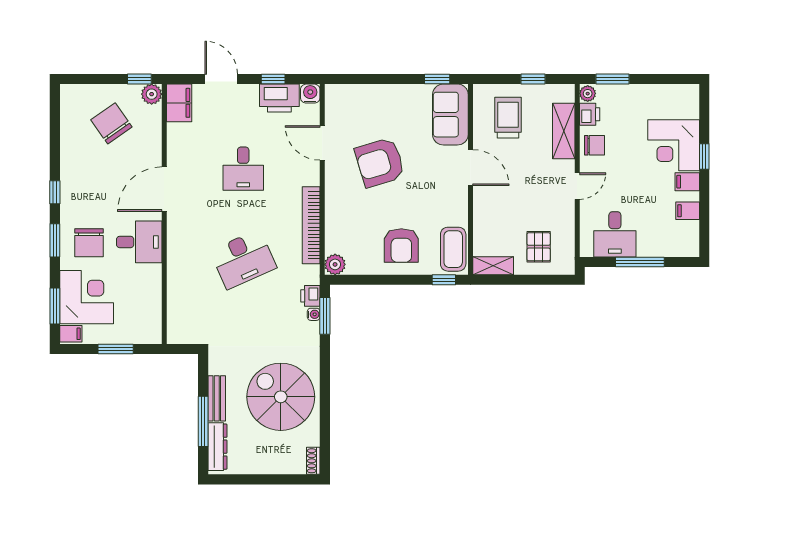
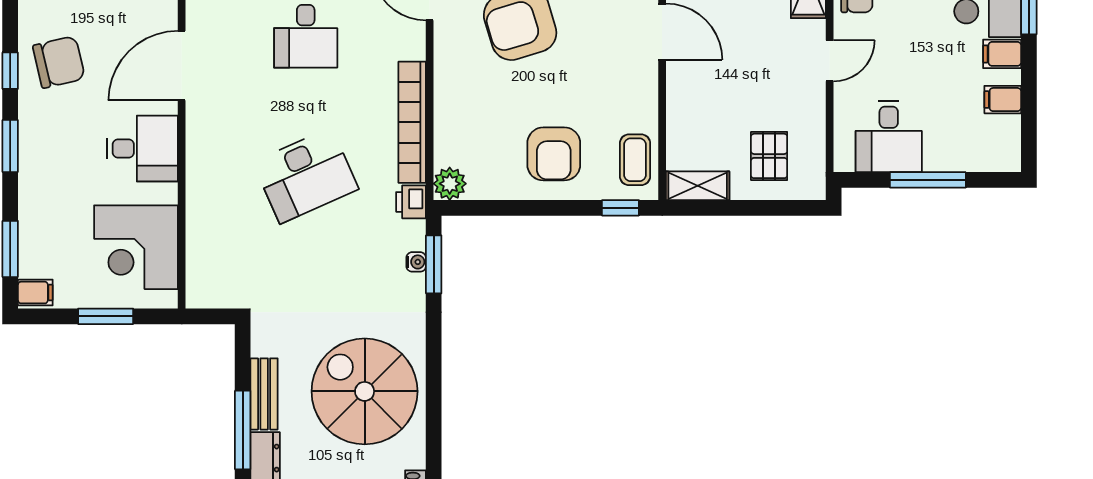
chair: (89, 243) -> (59, 62), moved, turned -103
coffee table: (453, 249) -> (635, 160), width x0.73, depth x0.77
printer: (310, 296) -> (411, 202), moved
corner desk: (87, 297) -> (136, 247), moved, turned 180

